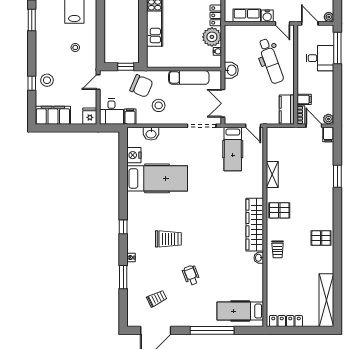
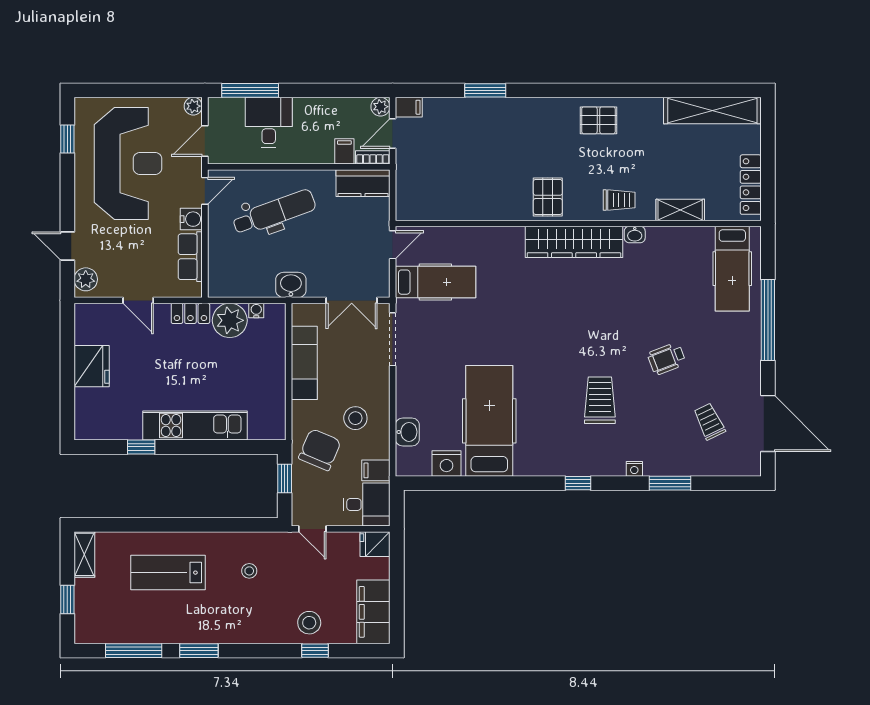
shelving: (272, 175) -> (680, 210), moved
pallet: (321, 238) -> (598, 120), turned 90

